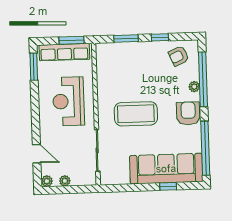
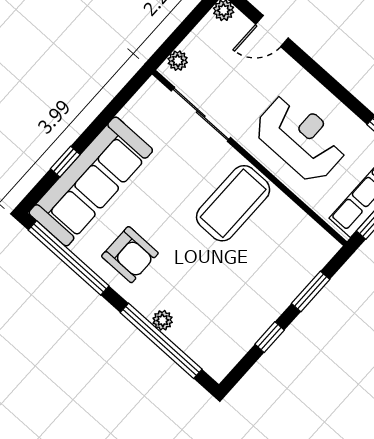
armchair: (179, 56) -> (222, 338), removed
armchair: (188, 113) -> (130, 255), moved
coffee table: (136, 114) -> (233, 203), moved
plant: (65, 181) -> (178, 61), moved

